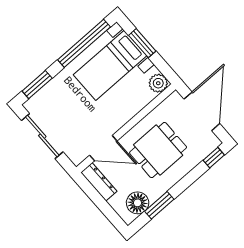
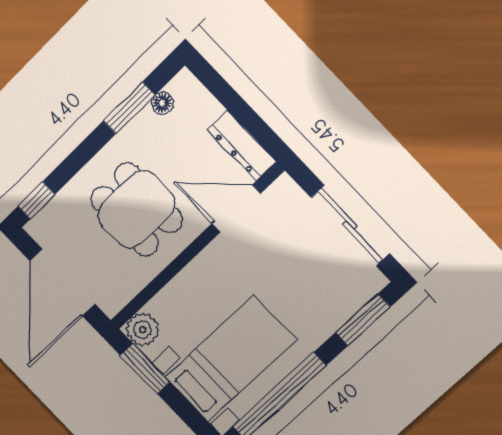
window: (142, 43) -> (145, 369), moved
dining table: (158, 150) -> (137, 209), turned 90
floor lamp: (138, 203) -> (162, 103), width x0.53, depth x0.53

